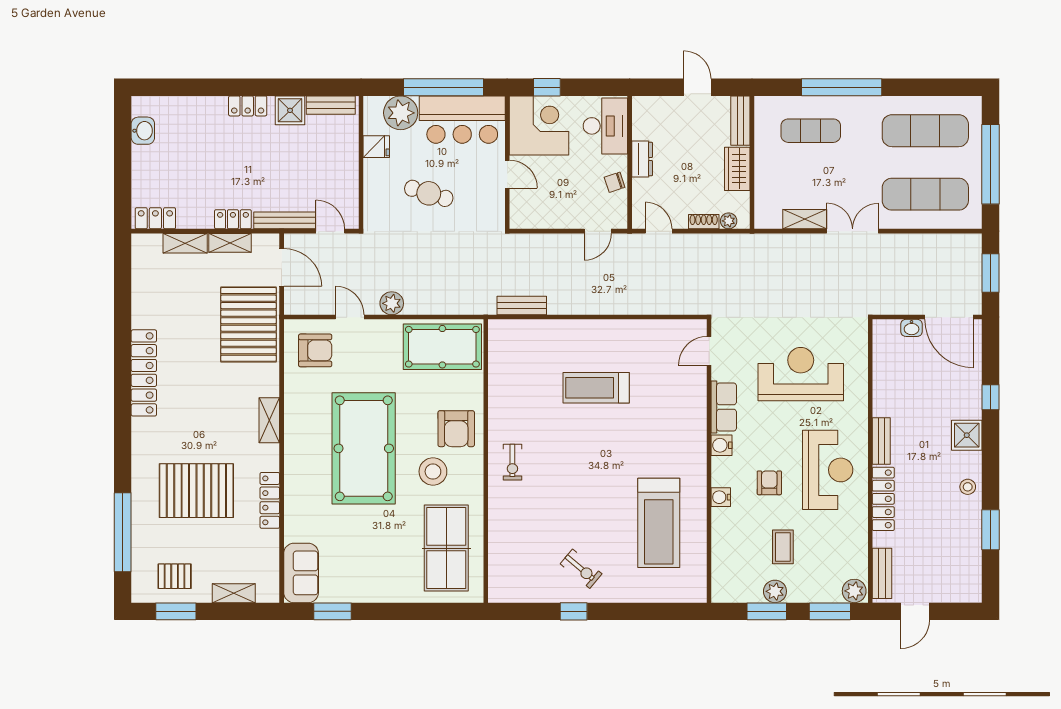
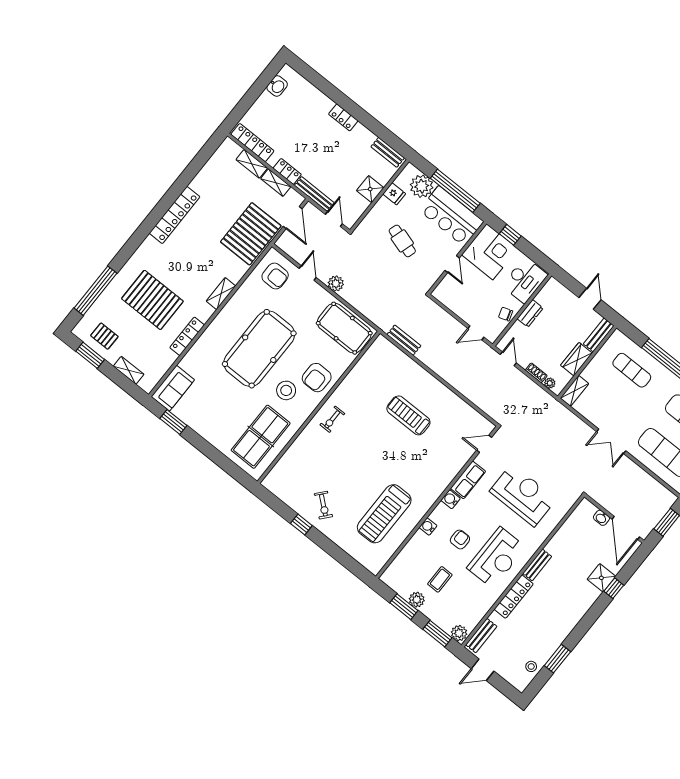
shower: (290, 110) -> (370, 189), moved
locker: (155, 218) -> (252, 143), width x1.53
shelving: (805, 219) -> (574, 391), moved, turned 90
double door: (853, 231) -> (611, 441), swing flipped
shower: (967, 435) -> (601, 578), moved
stool: (968, 487) -> (531, 666), moved

